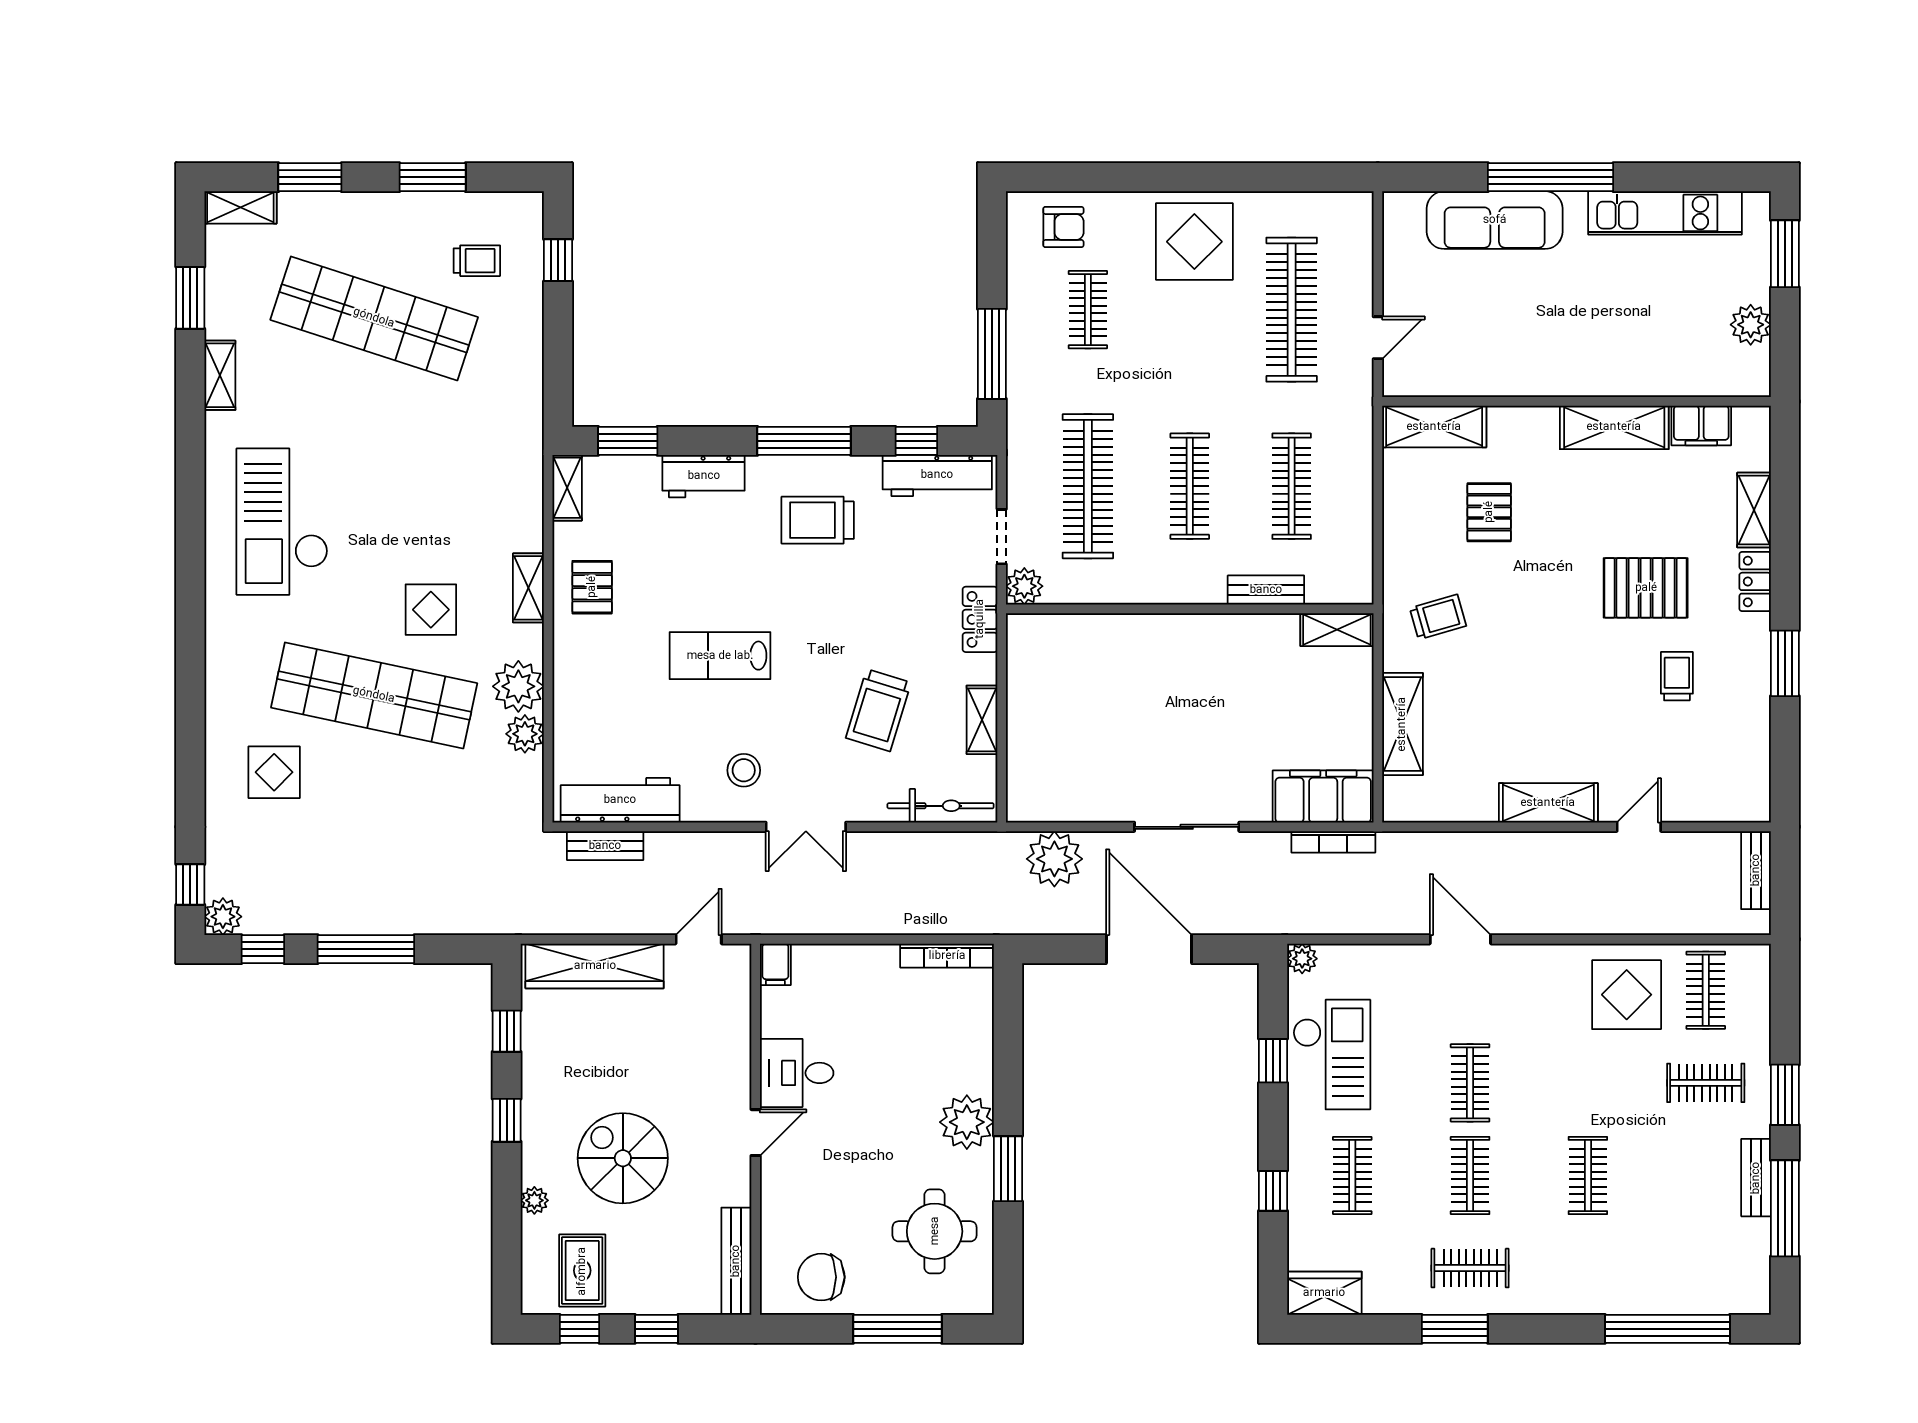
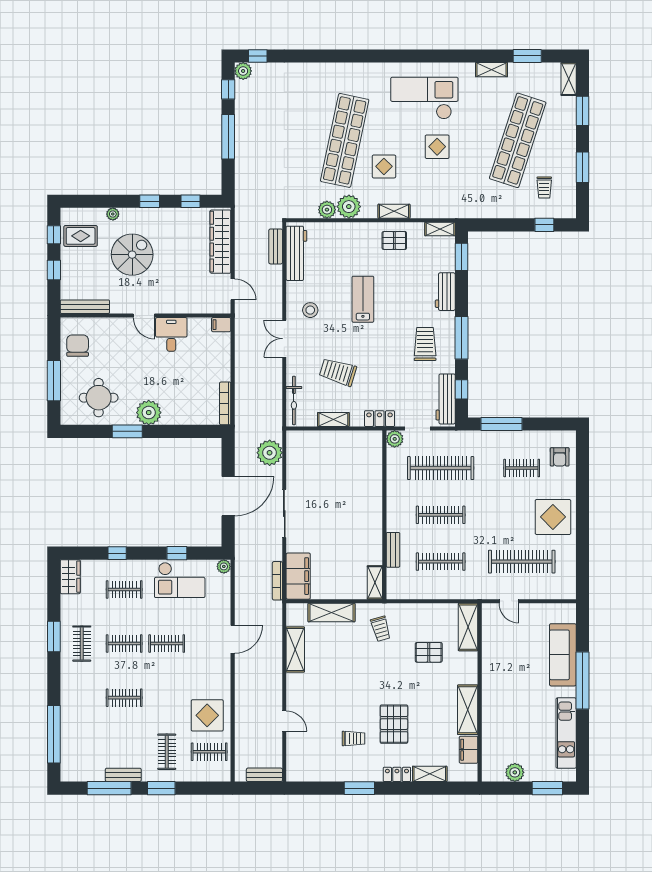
display table: (274, 772) -> (437, 147), moved
shelving: (1548, 803) -> (295, 650), moved

